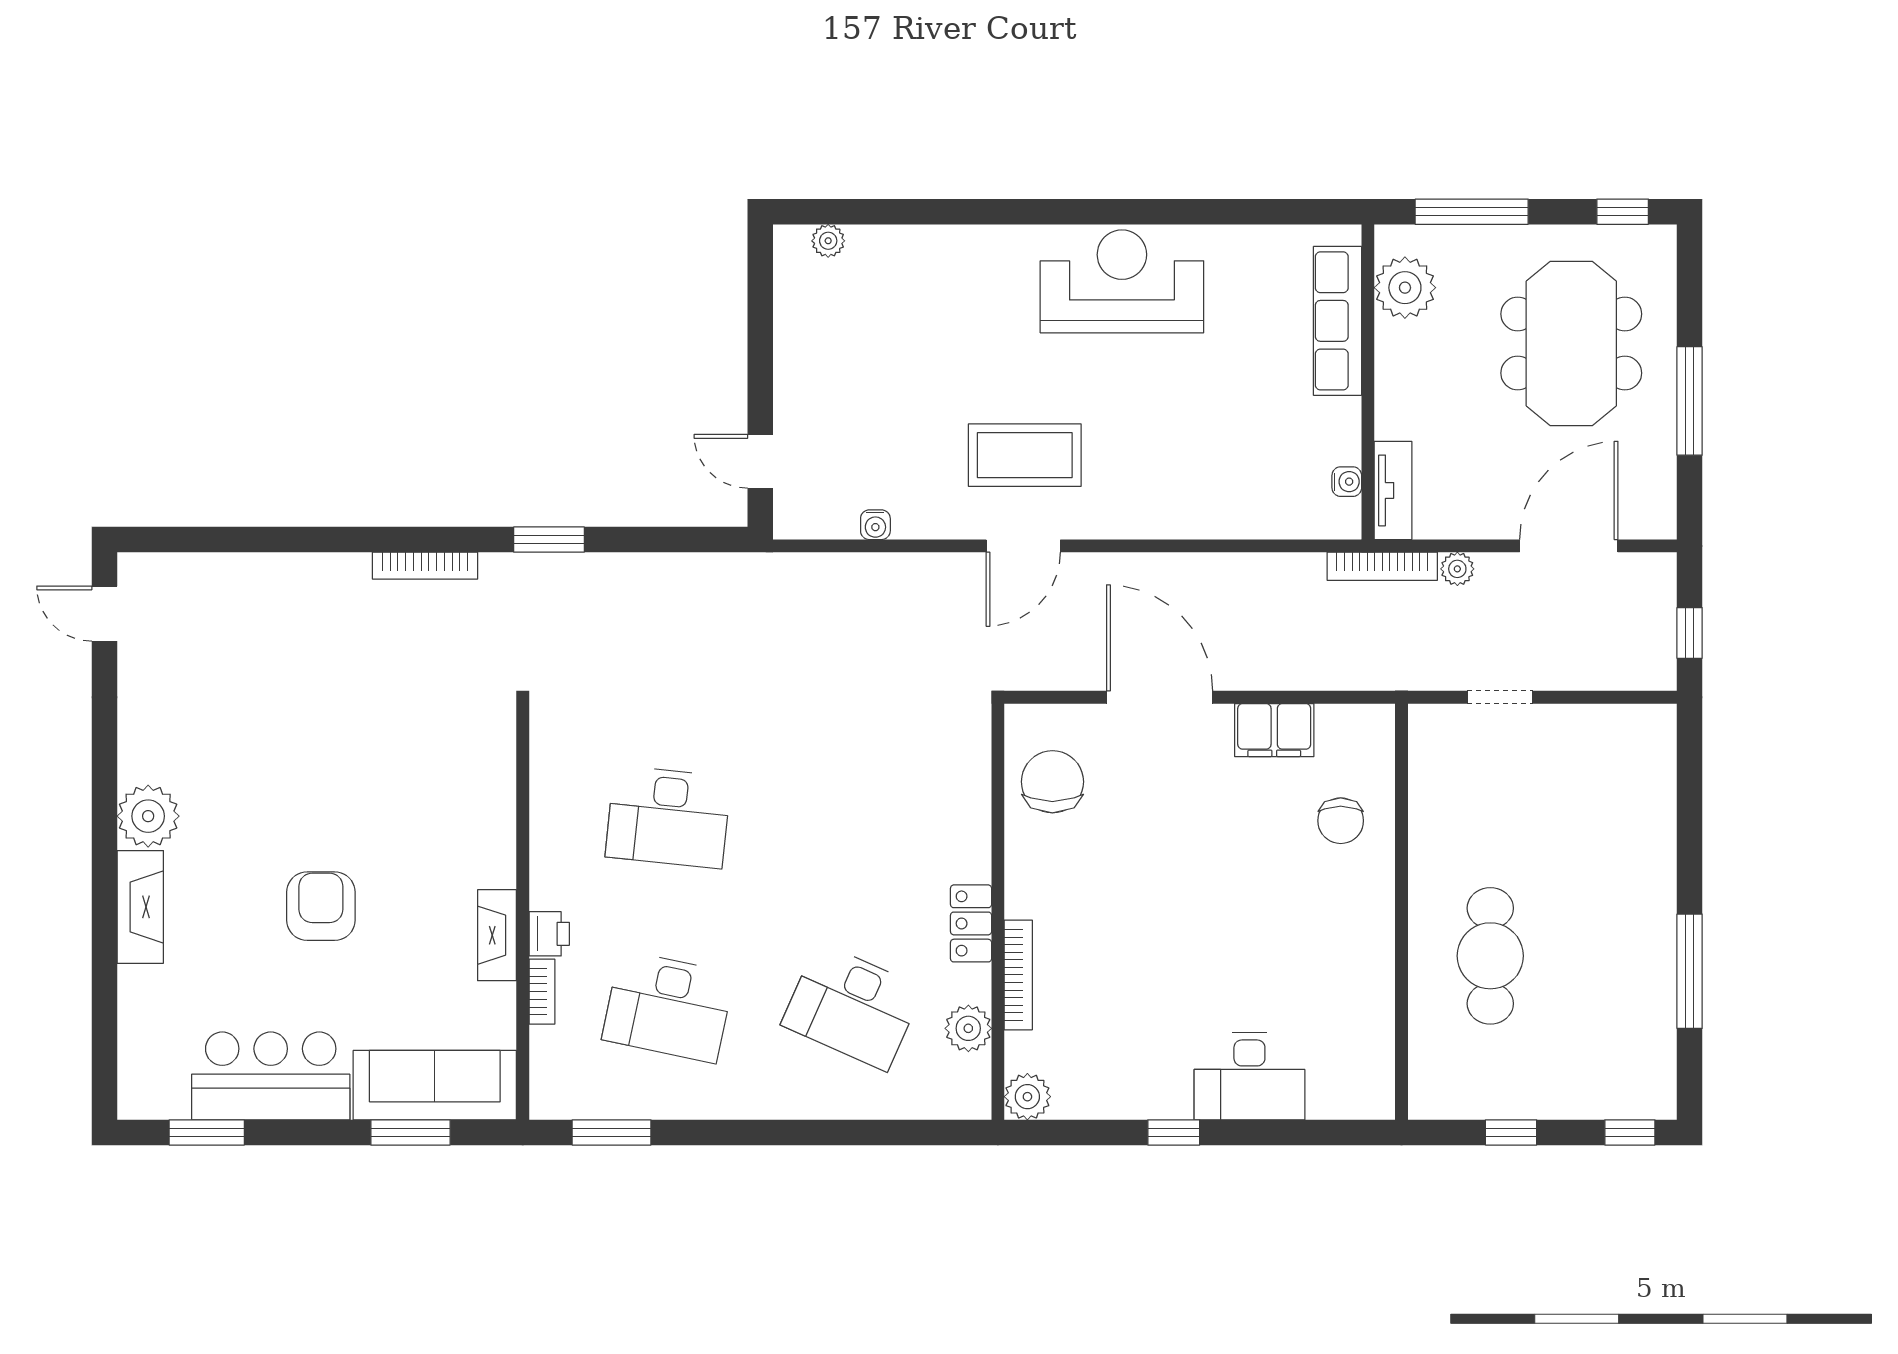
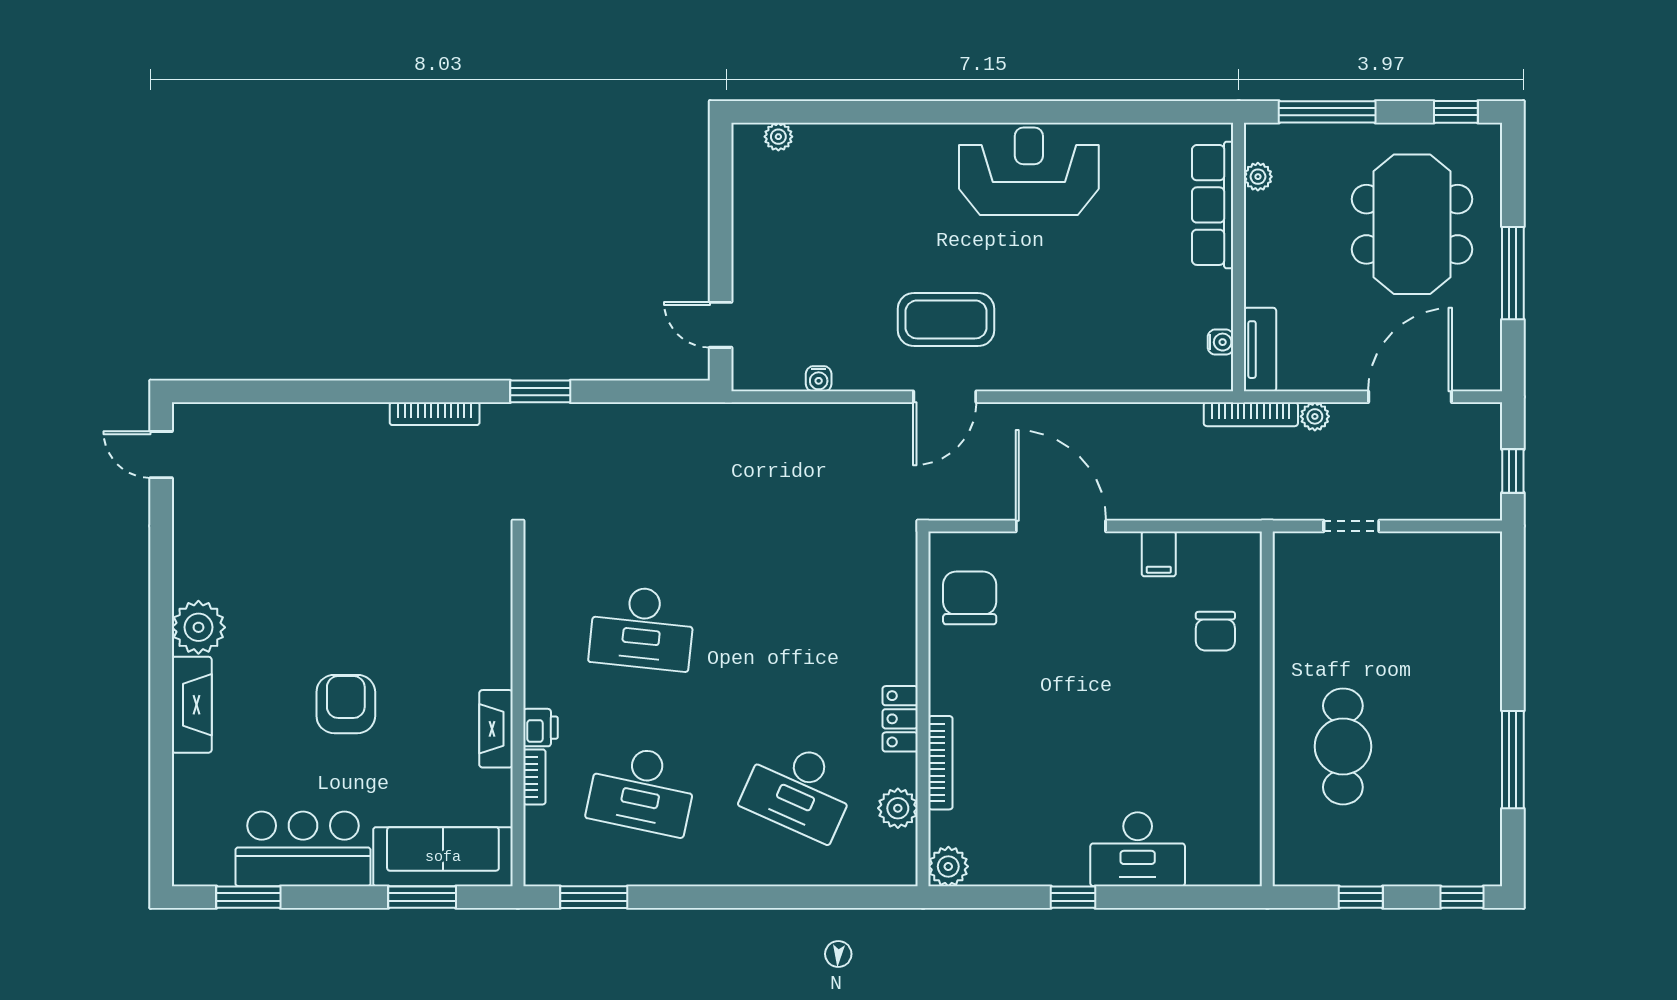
plant: (1405, 288) -> (1258, 177), width x0.53, depth x0.53
filing cabinet: (1274, 730) -> (1159, 554), width x0.50

